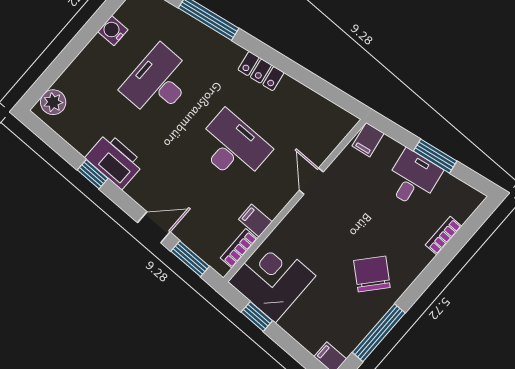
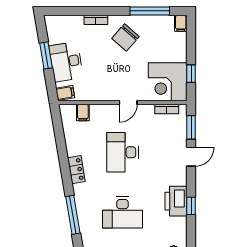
desk: (413, 179) -> (66, 62), width x1.37
door: (311, 181) -> (128, 103), moved
filing cabinet: (255, 221) -> (83, 113), moved
door: (154, 227) -> (191, 157), swing flipped
bookcase: (444, 236) -> (96, 20), moved

